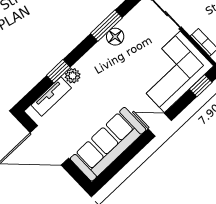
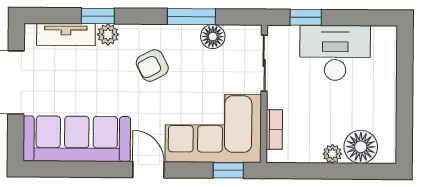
floor lamp: (115, 37) -> (213, 37), moved
armchair: (110, 70) -> (152, 66), added

